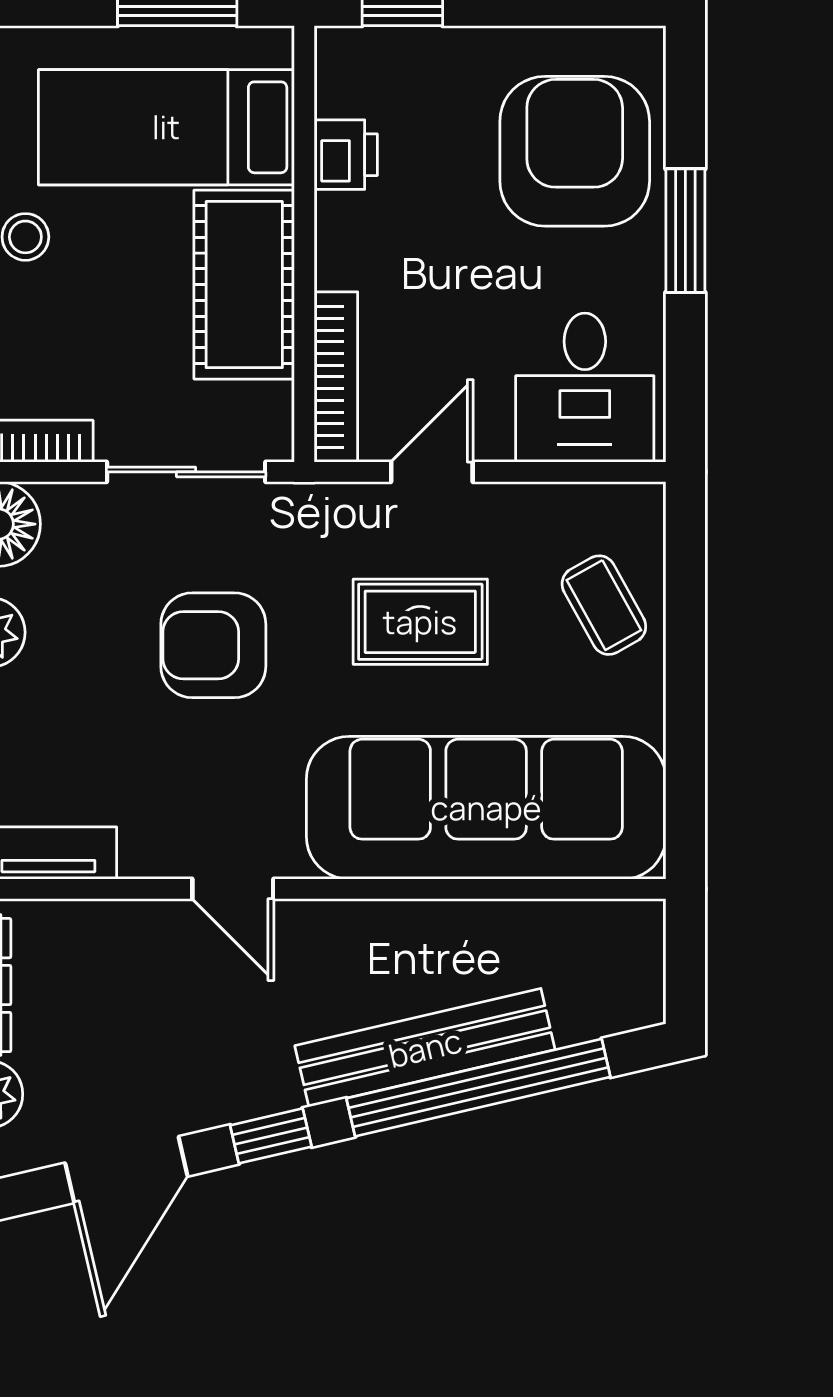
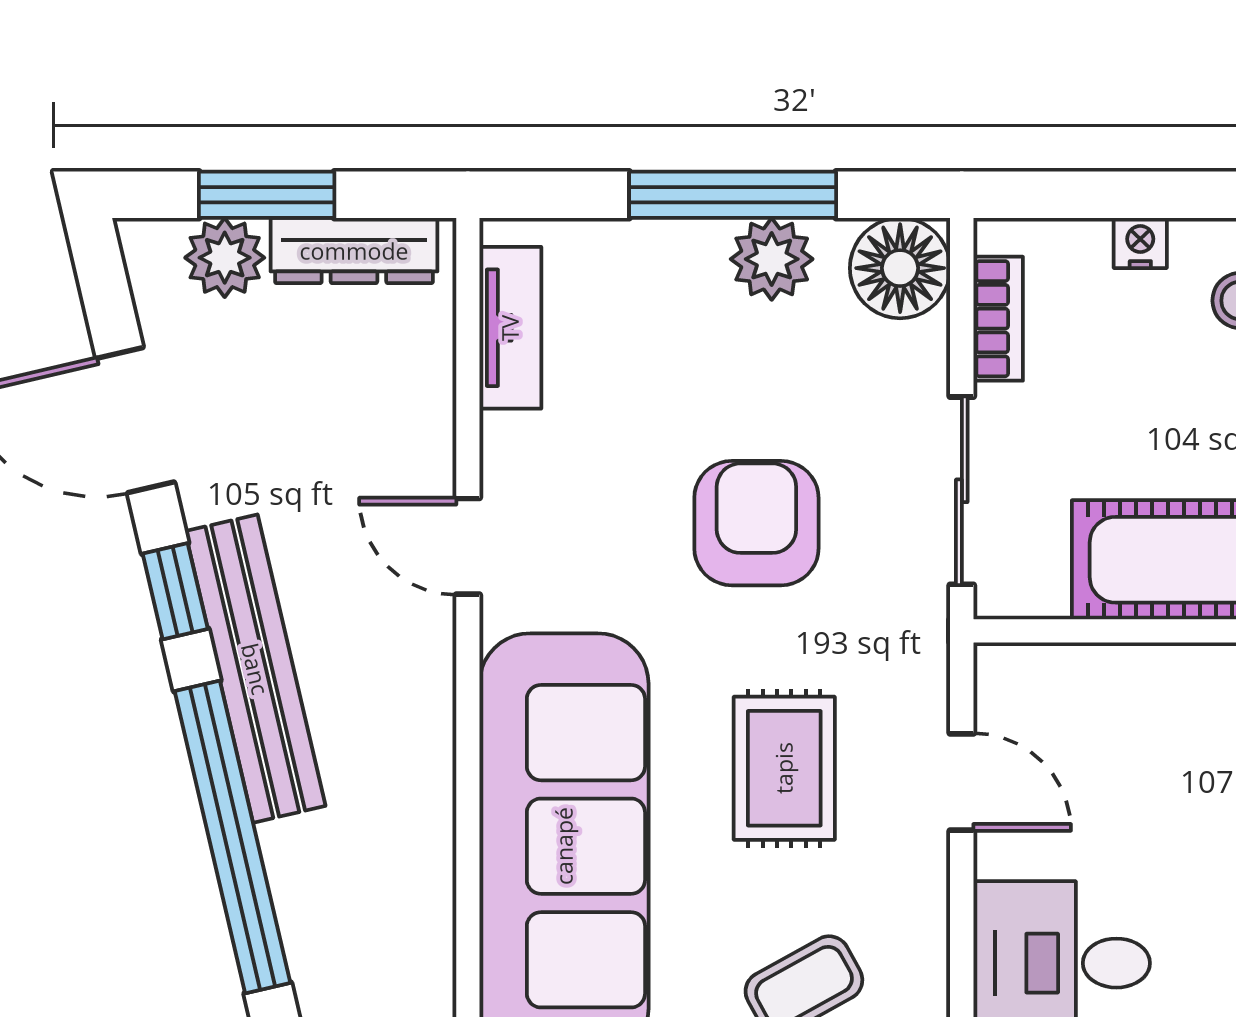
bookcase: (336, 377) -> (1074, 668), removed
door: (233, 889) -> (468, 546), hinge flipped
bench: (425, 1048) -> (255, 669), moved

